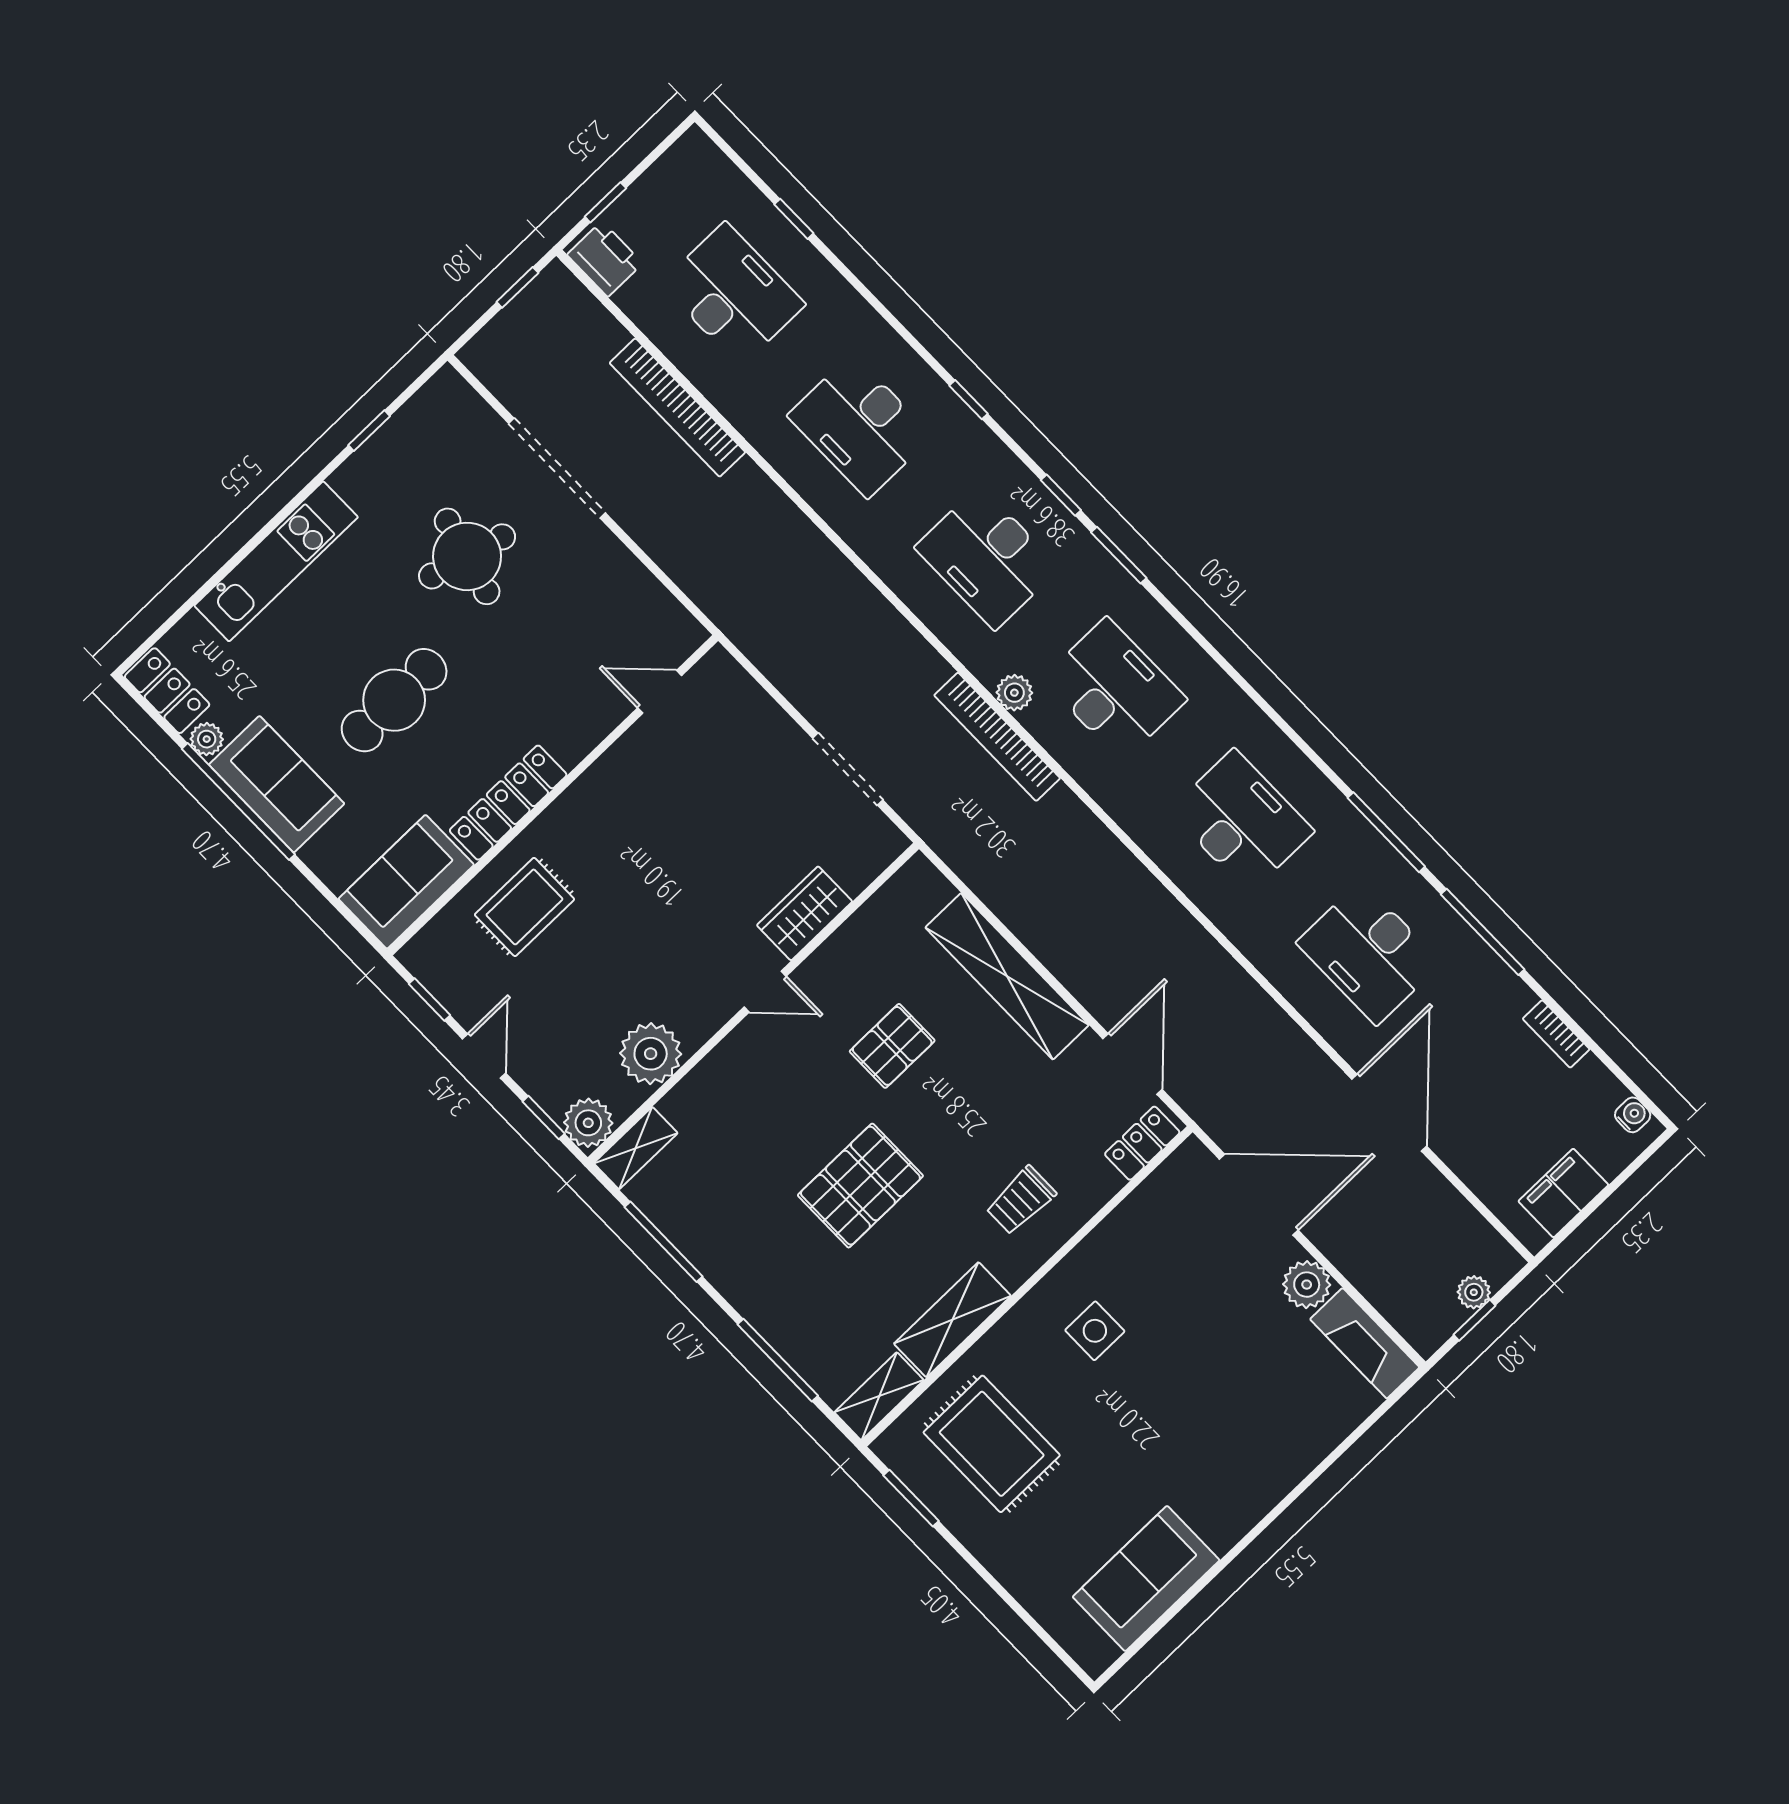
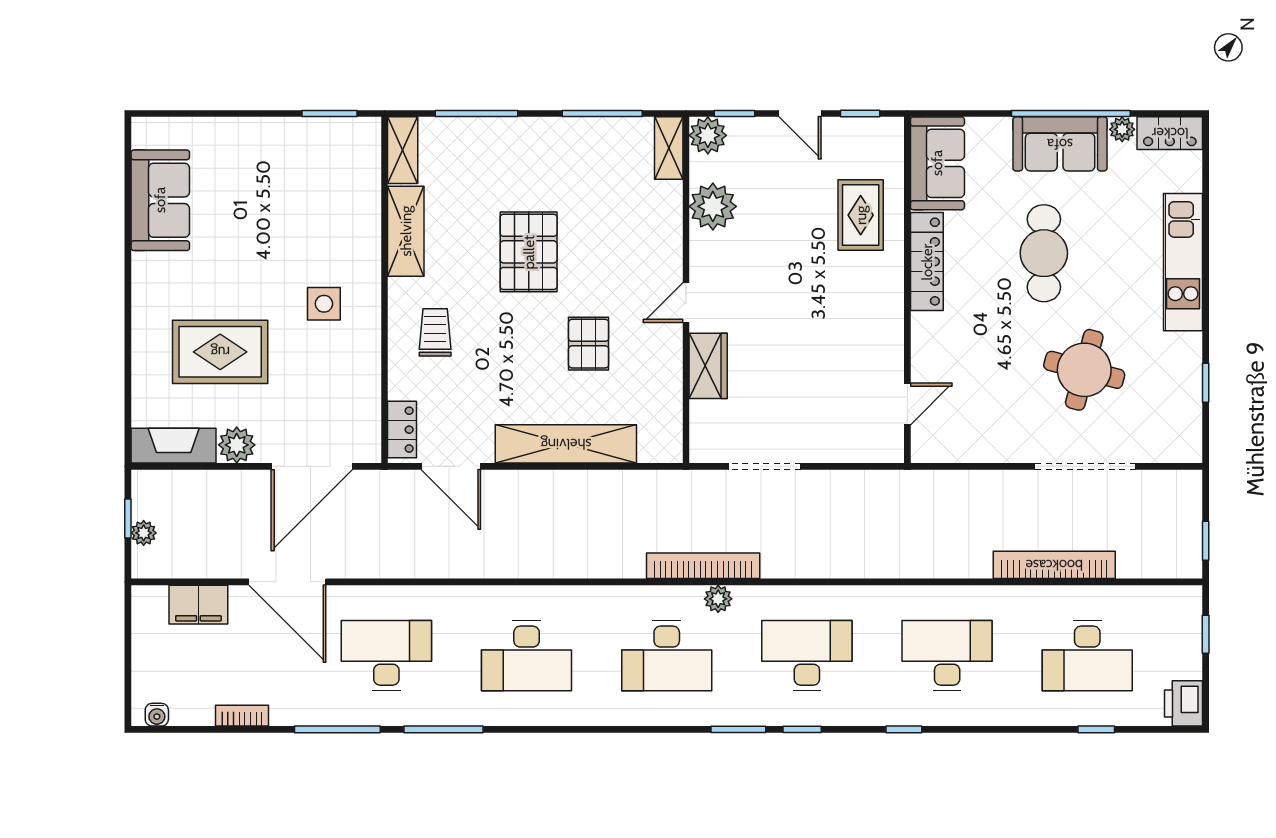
printer: (605, 259) -> (1184, 703), moved, turned 90
filing cabinet: (1563, 1193) -> (198, 605), moved, turned 90
rug: (992, 1444) -> (220, 352), moved

